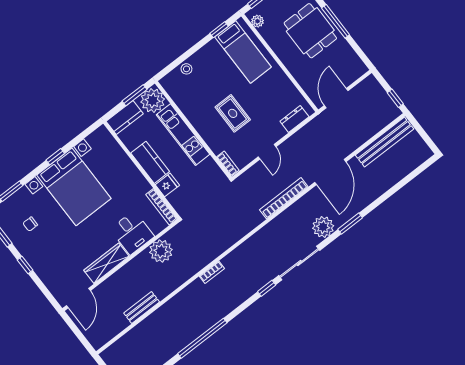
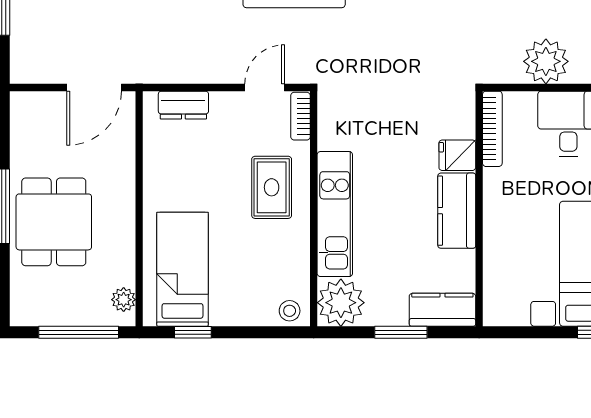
plant: (153, 100) -> (341, 303), moved
wall: (193, 130) -> (314, 209), moved
kitchen unit: (183, 135) -> (335, 214), moved
bookcase: (228, 164) -> (300, 116), moved

